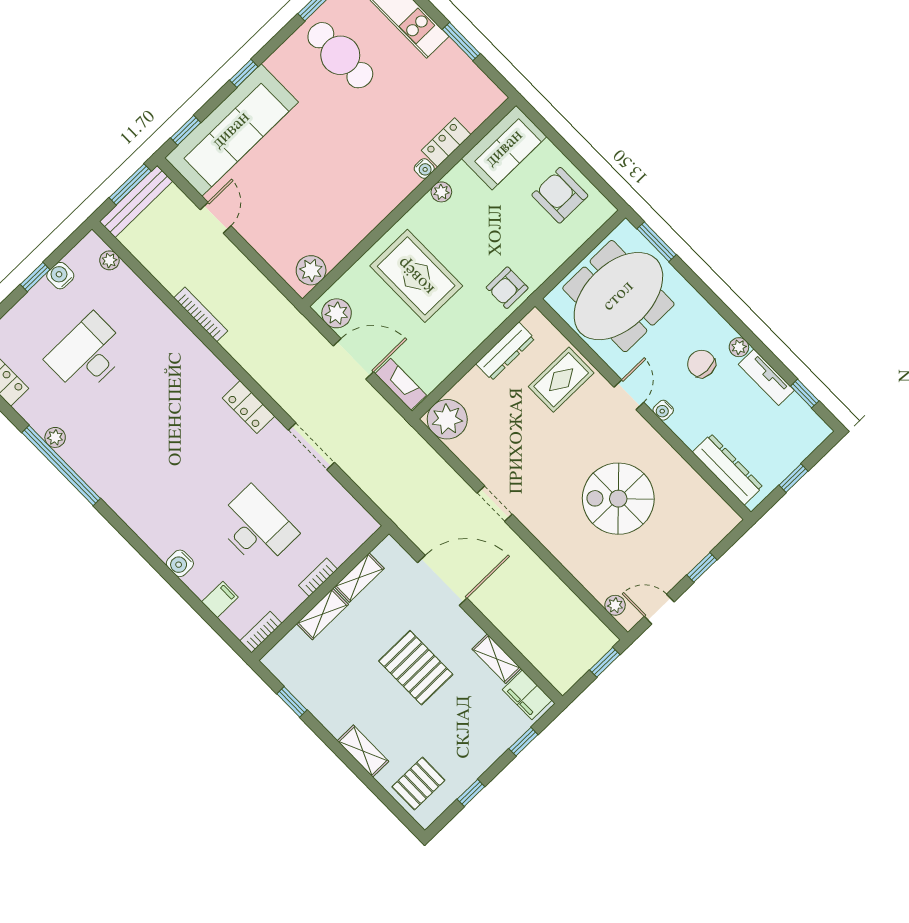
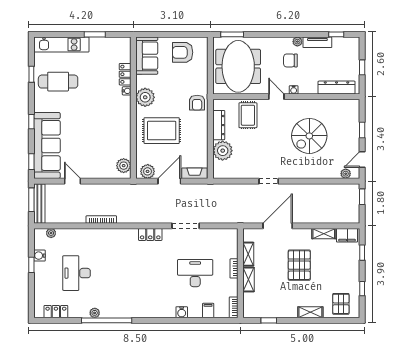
plant: (441, 192) -> (145, 97), width x1.88, depth x1.88
plant: (447, 419) -> (223, 151), moved
pallet: (416, 668) -> (299, 265), turned 90

